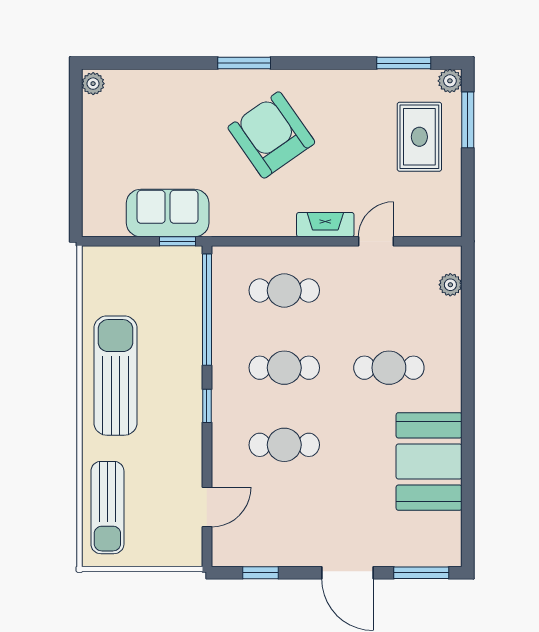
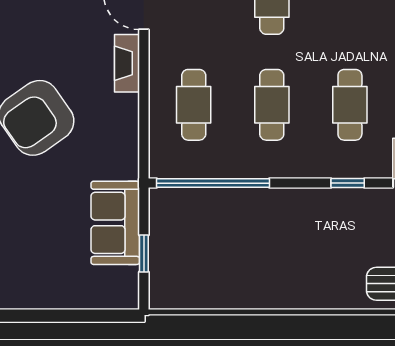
window: (178, 241) -> (144, 253), moved
sun lounger: (115, 376) -> (280, 276), removed
window: (207, 406) -> (348, 183), moved

